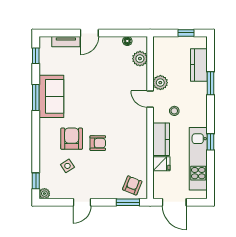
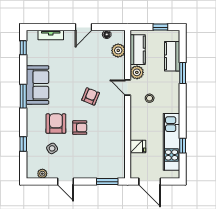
door: (89, 33) -> (84, 27), moved
window: (36, 98) -> (23, 96), moved
kitchen counter: (161, 139) -> (138, 50), moved
window: (210, 142) -> (183, 146), moved
window: (36, 181) -> (23, 144), moved
armchair: (132, 185) -> (91, 96), moved
plant: (44, 194) -> (42, 174), moved
door: (82, 202) -> (65, 182), hinge flipped

